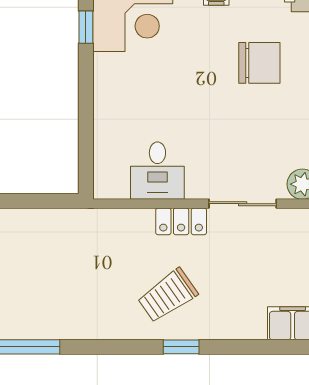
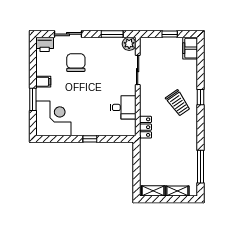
window: (86, 27) -> (90, 139), moved
locker: (181, 221) -> (145, 127), moved

